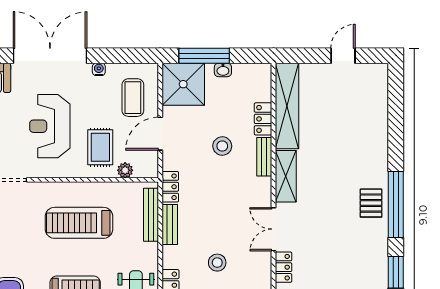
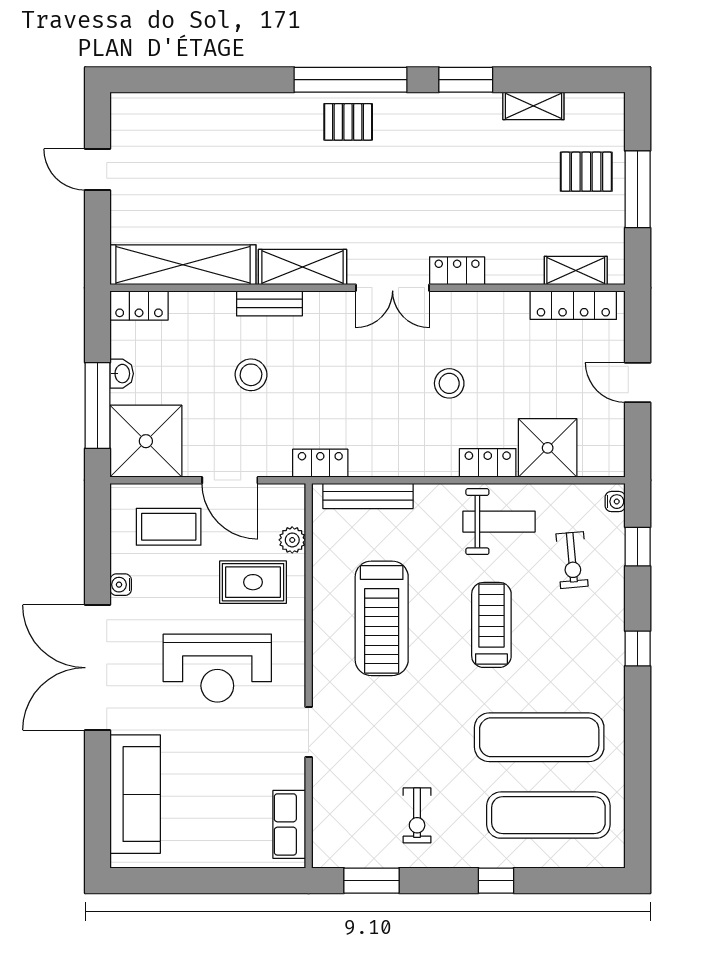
locker: (263, 119) -> (139, 306), moved
bench: (170, 225) -> (384, 464), removed

